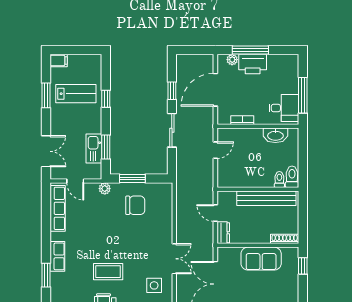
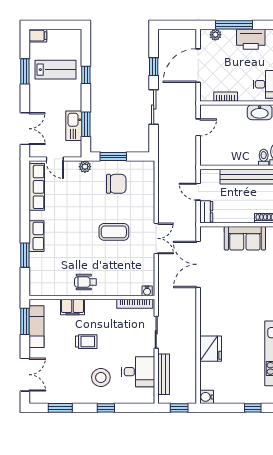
printer: (253, 64) -> (251, 39), moved
coffee table: (108, 272) -> (114, 232), moved
side table: (154, 285) -> (135, 266), removed

